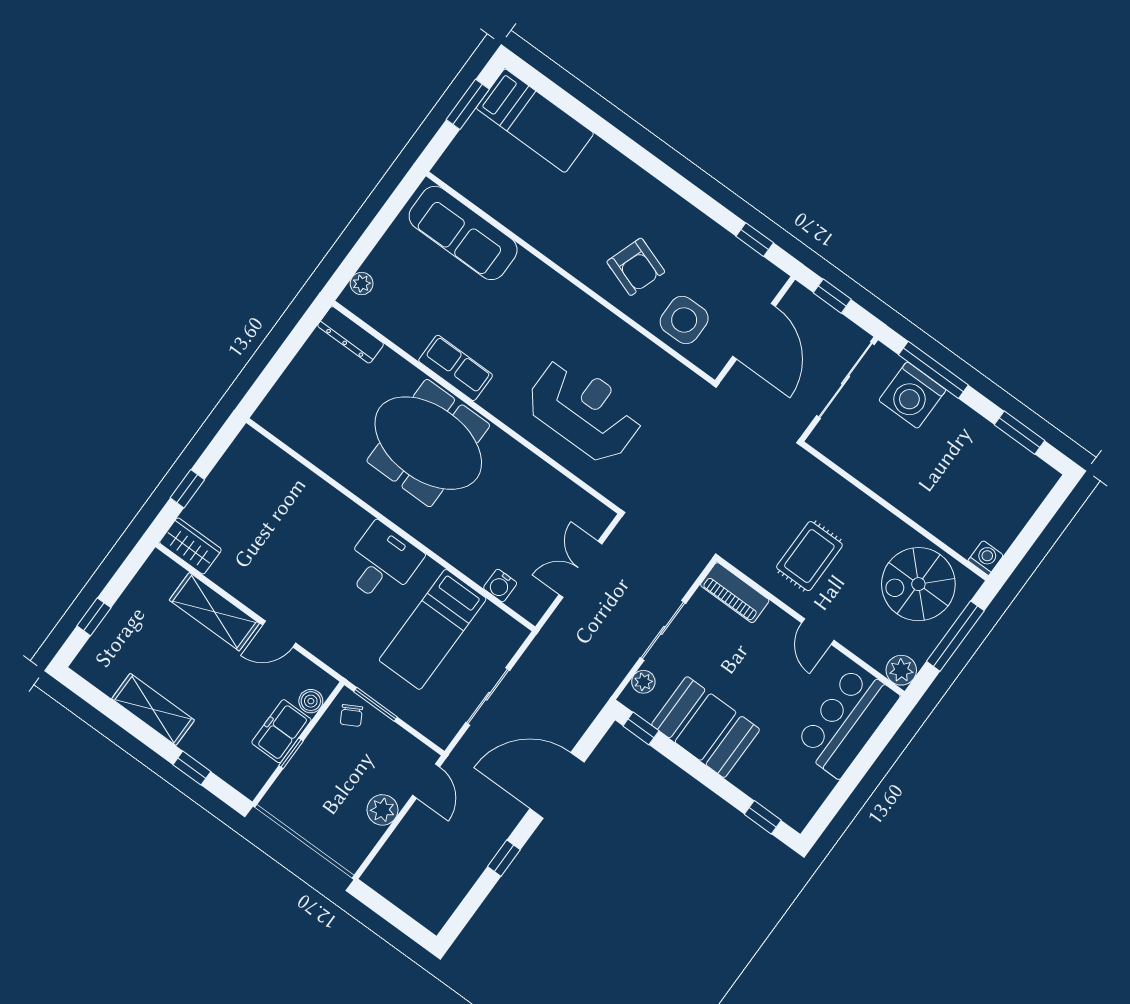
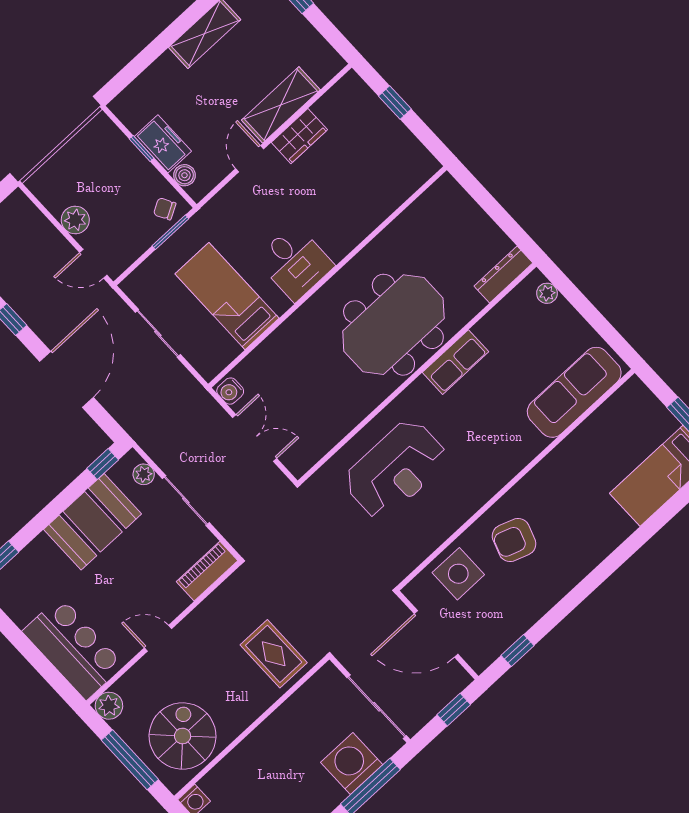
wardrobe: (190, 546) -> (299, 136), moved
rug: (809, 556) -> (274, 654), moved
water cooler: (500, 586) -> (230, 391), moved, turned -90
window: (192, 768) -> (146, 58), removed

